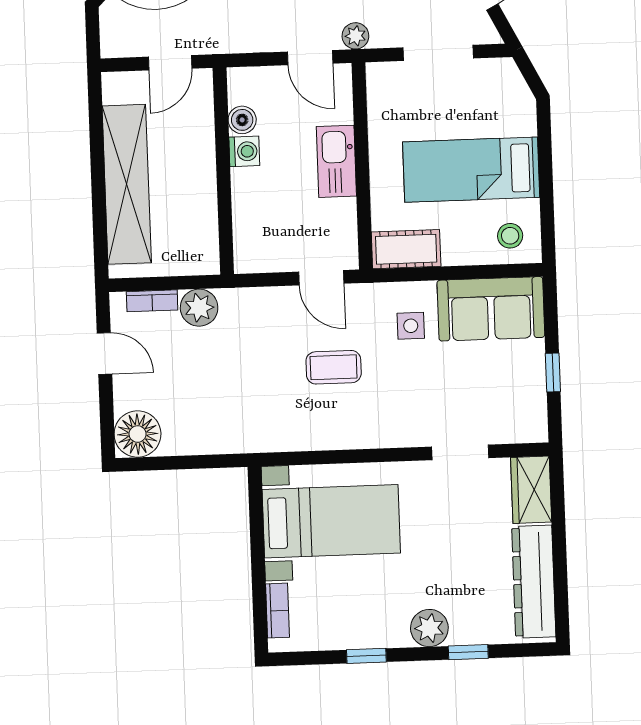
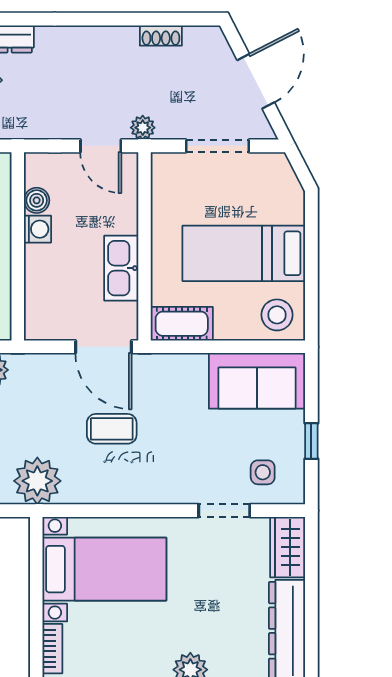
kitchen sink: (336, 161) -> (121, 268), moved
stool: (510, 236) -> (277, 315), width x1.37, depth x1.37
door: (321, 278) -> (103, 347), width x1.38
side table: (411, 326) -> (263, 472), moved
plant: (254, 427) -> (37, 481), added

